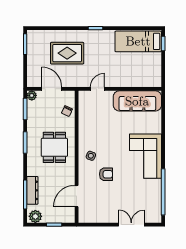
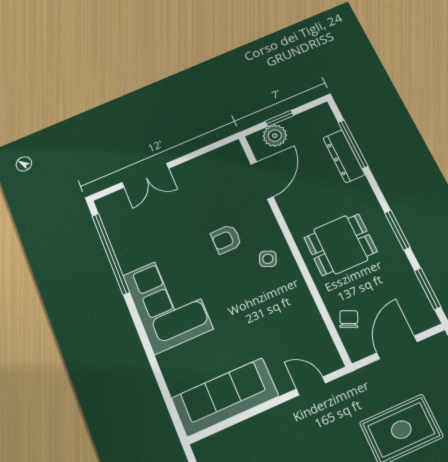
door: (52, 89) -> (397, 347), swing flipped
door: (97, 89) -> (311, 386), swing flipped
plant: (32, 95) -> (428, 319), removed
dining table: (54, 147) -> (341, 245), turned 90
plant: (35, 216) -> (275, 136), moved

